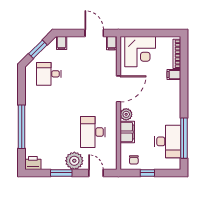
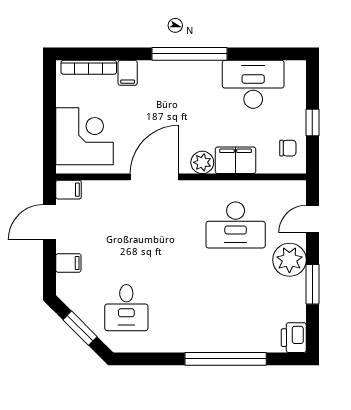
filing cabinet: (62, 43) -> (68, 263), moved
door: (118, 89) -> (155, 177), hinge flipped
window: (184, 138) -> (189, 54), moved

